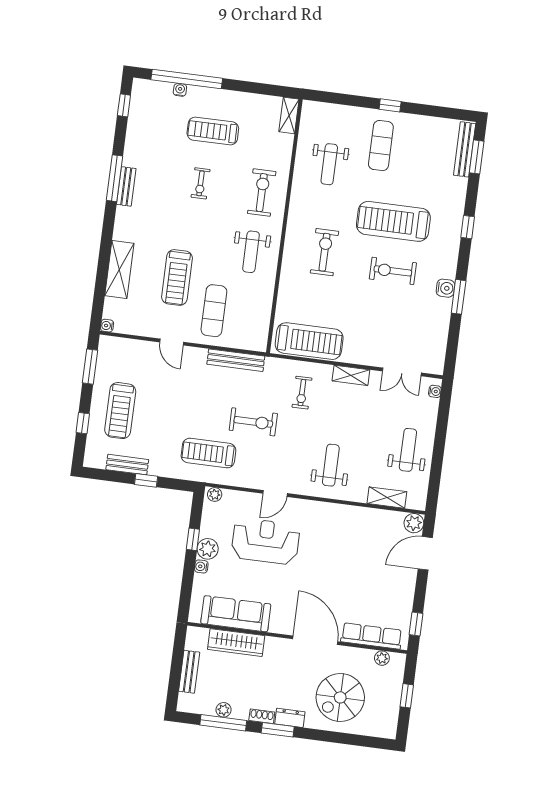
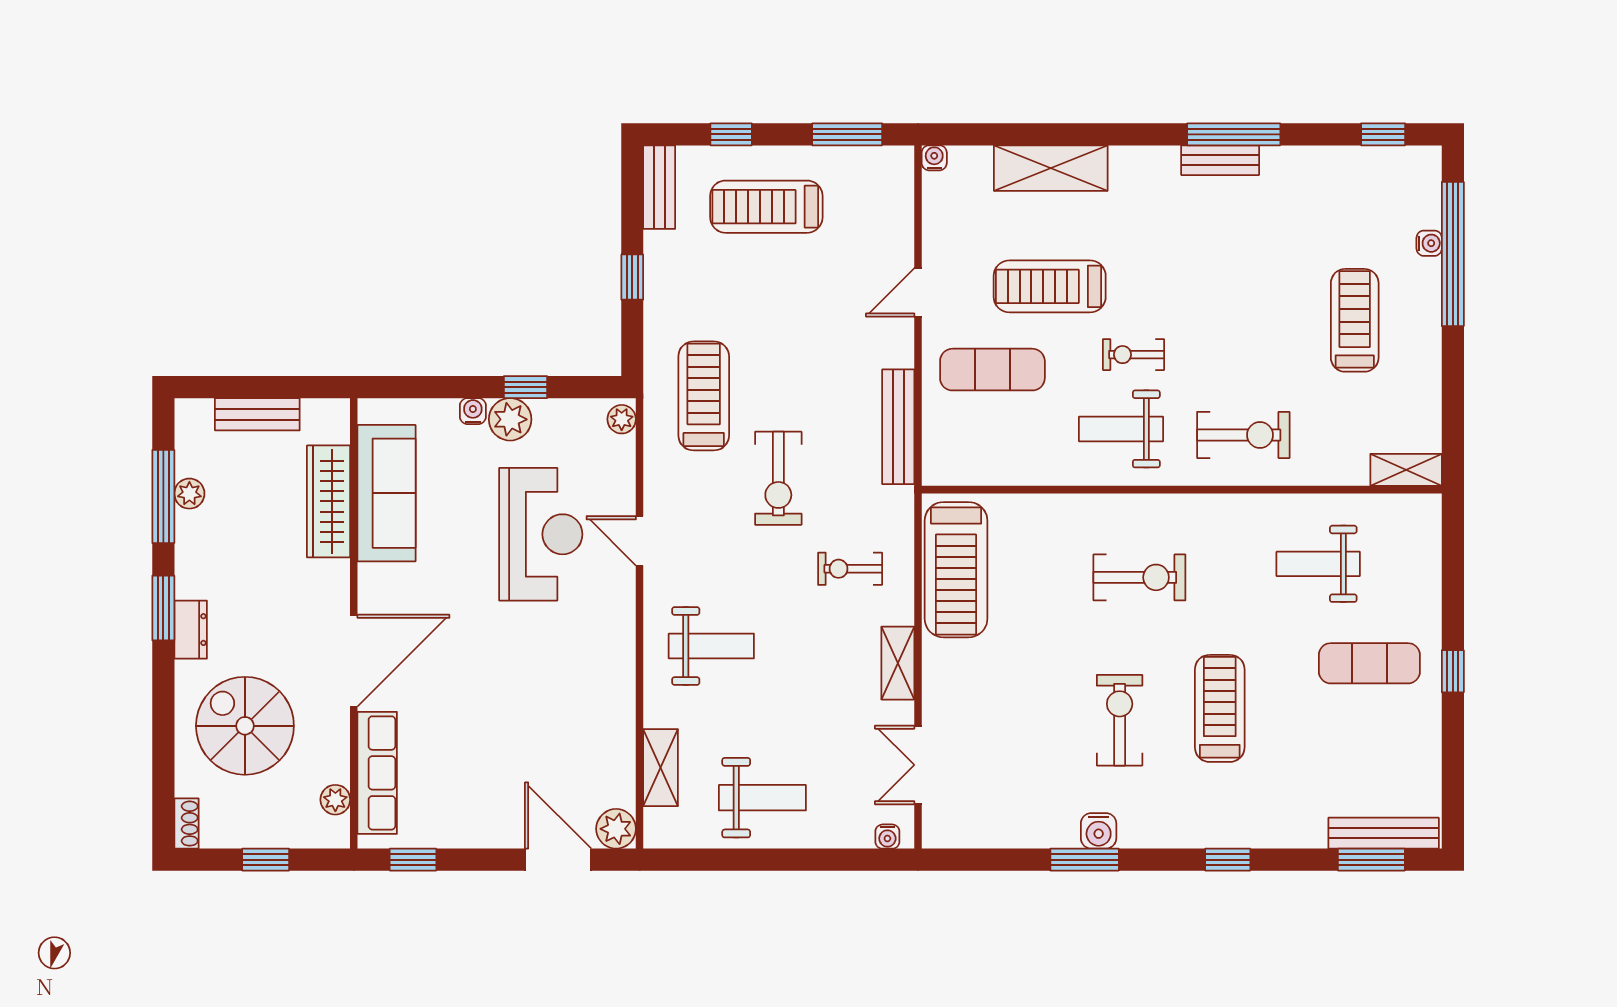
exercise bike: (201, 183) -> (1133, 355), moved
treadmill: (393, 221) -> (1220, 708), width x0.73, depth x0.73
bench: (127, 465) -> (659, 187), moved
shoe rack: (262, 716) -> (186, 824), moved

